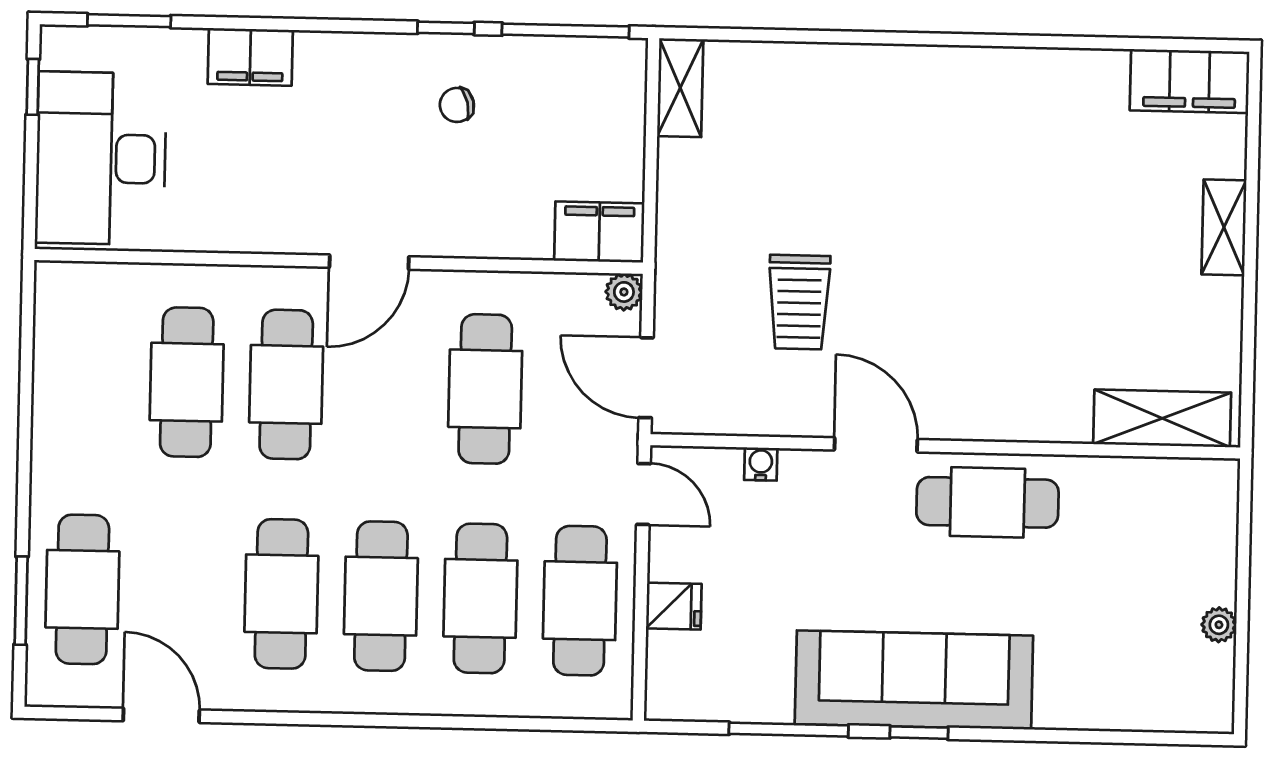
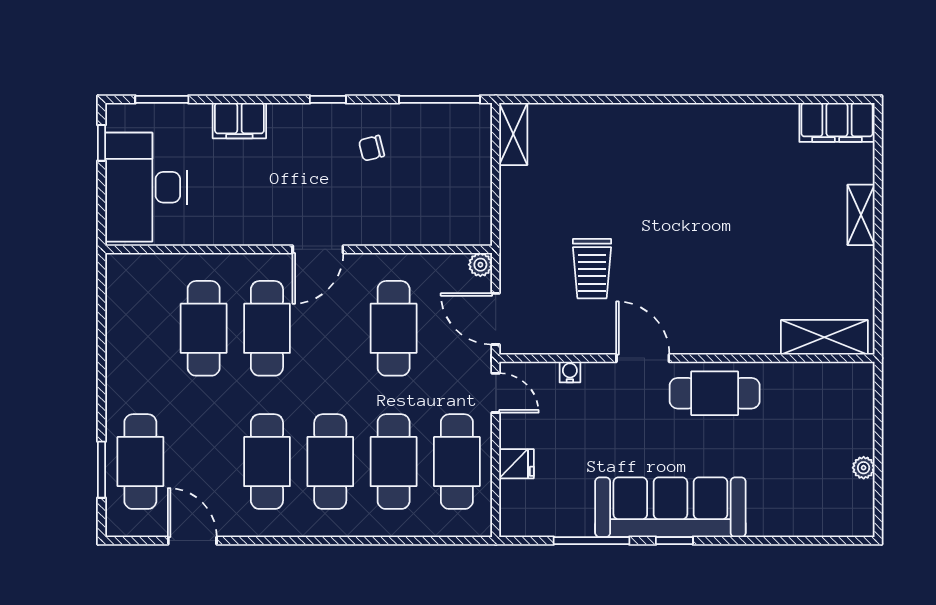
window: (446, 28) -> (328, 99), moved
filing cabinet: (599, 232) -> (464, 227), removed

